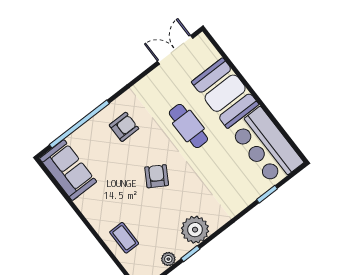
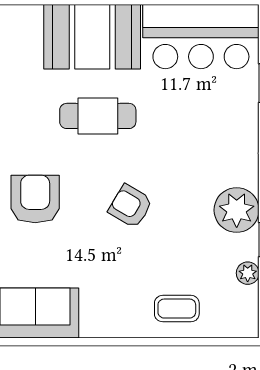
armchair: (124, 127) -> (35, 199), width x1.38, depth x1.38

